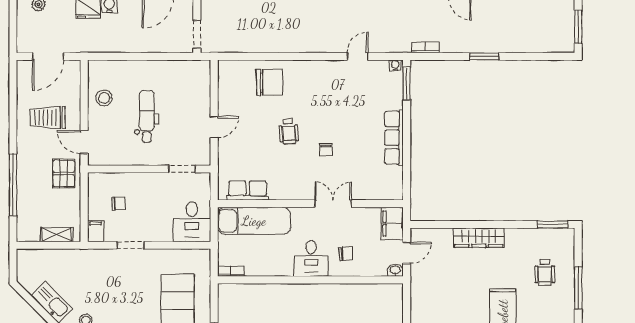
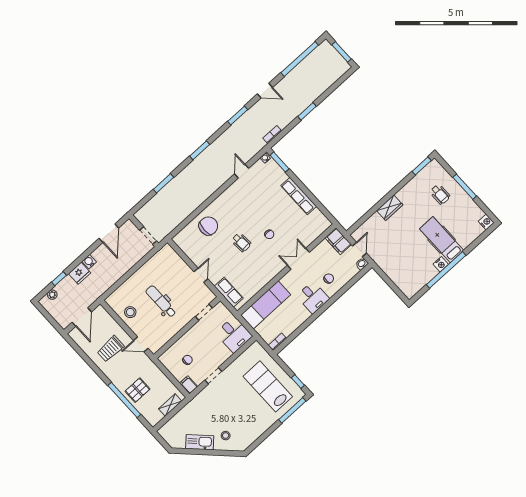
pallet: (64, 174) -> (137, 390), moved, turned 90
row of seats: (248, 190) -> (229, 292), moved, turned 90
wardrobe: (479, 238) -> (390, 208), width x0.67

